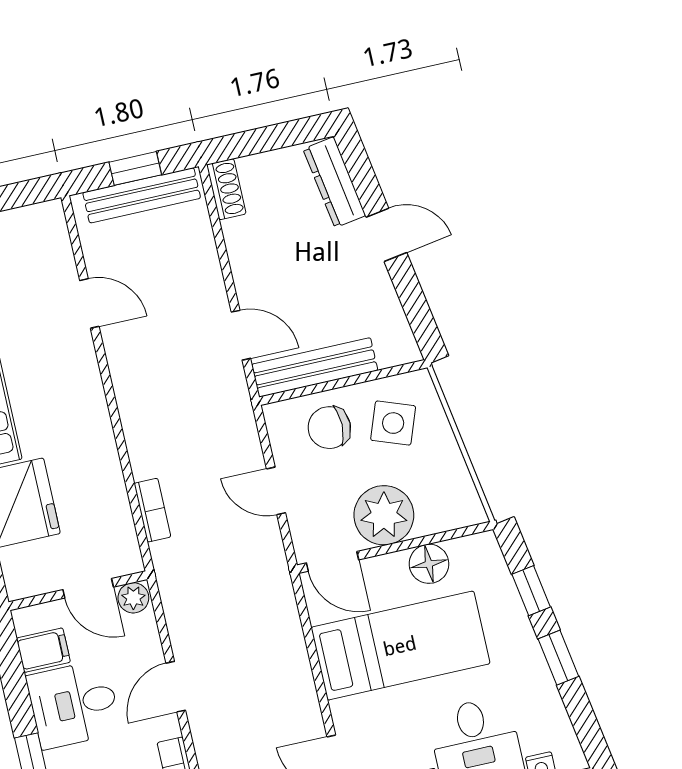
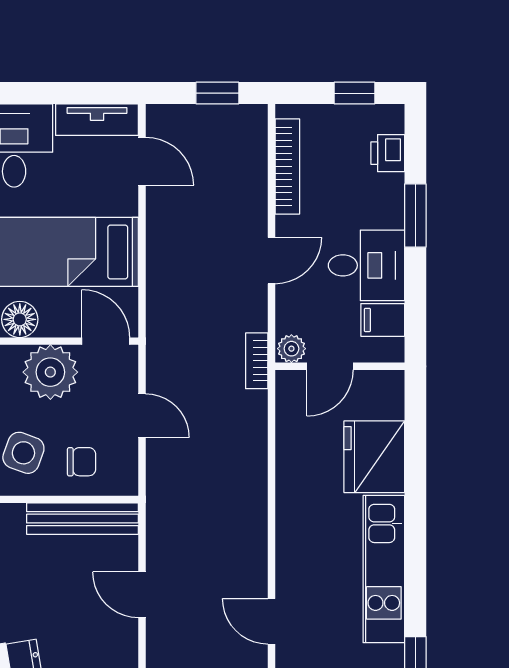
door: (241, 335) -> (142, 595), moved
chair: (329, 428) -> (82, 462), width x0.73, depth x0.73
bookcase: (152, 510) -> (257, 361), moved
door: (88, 588) -> (330, 366), swing flipped

